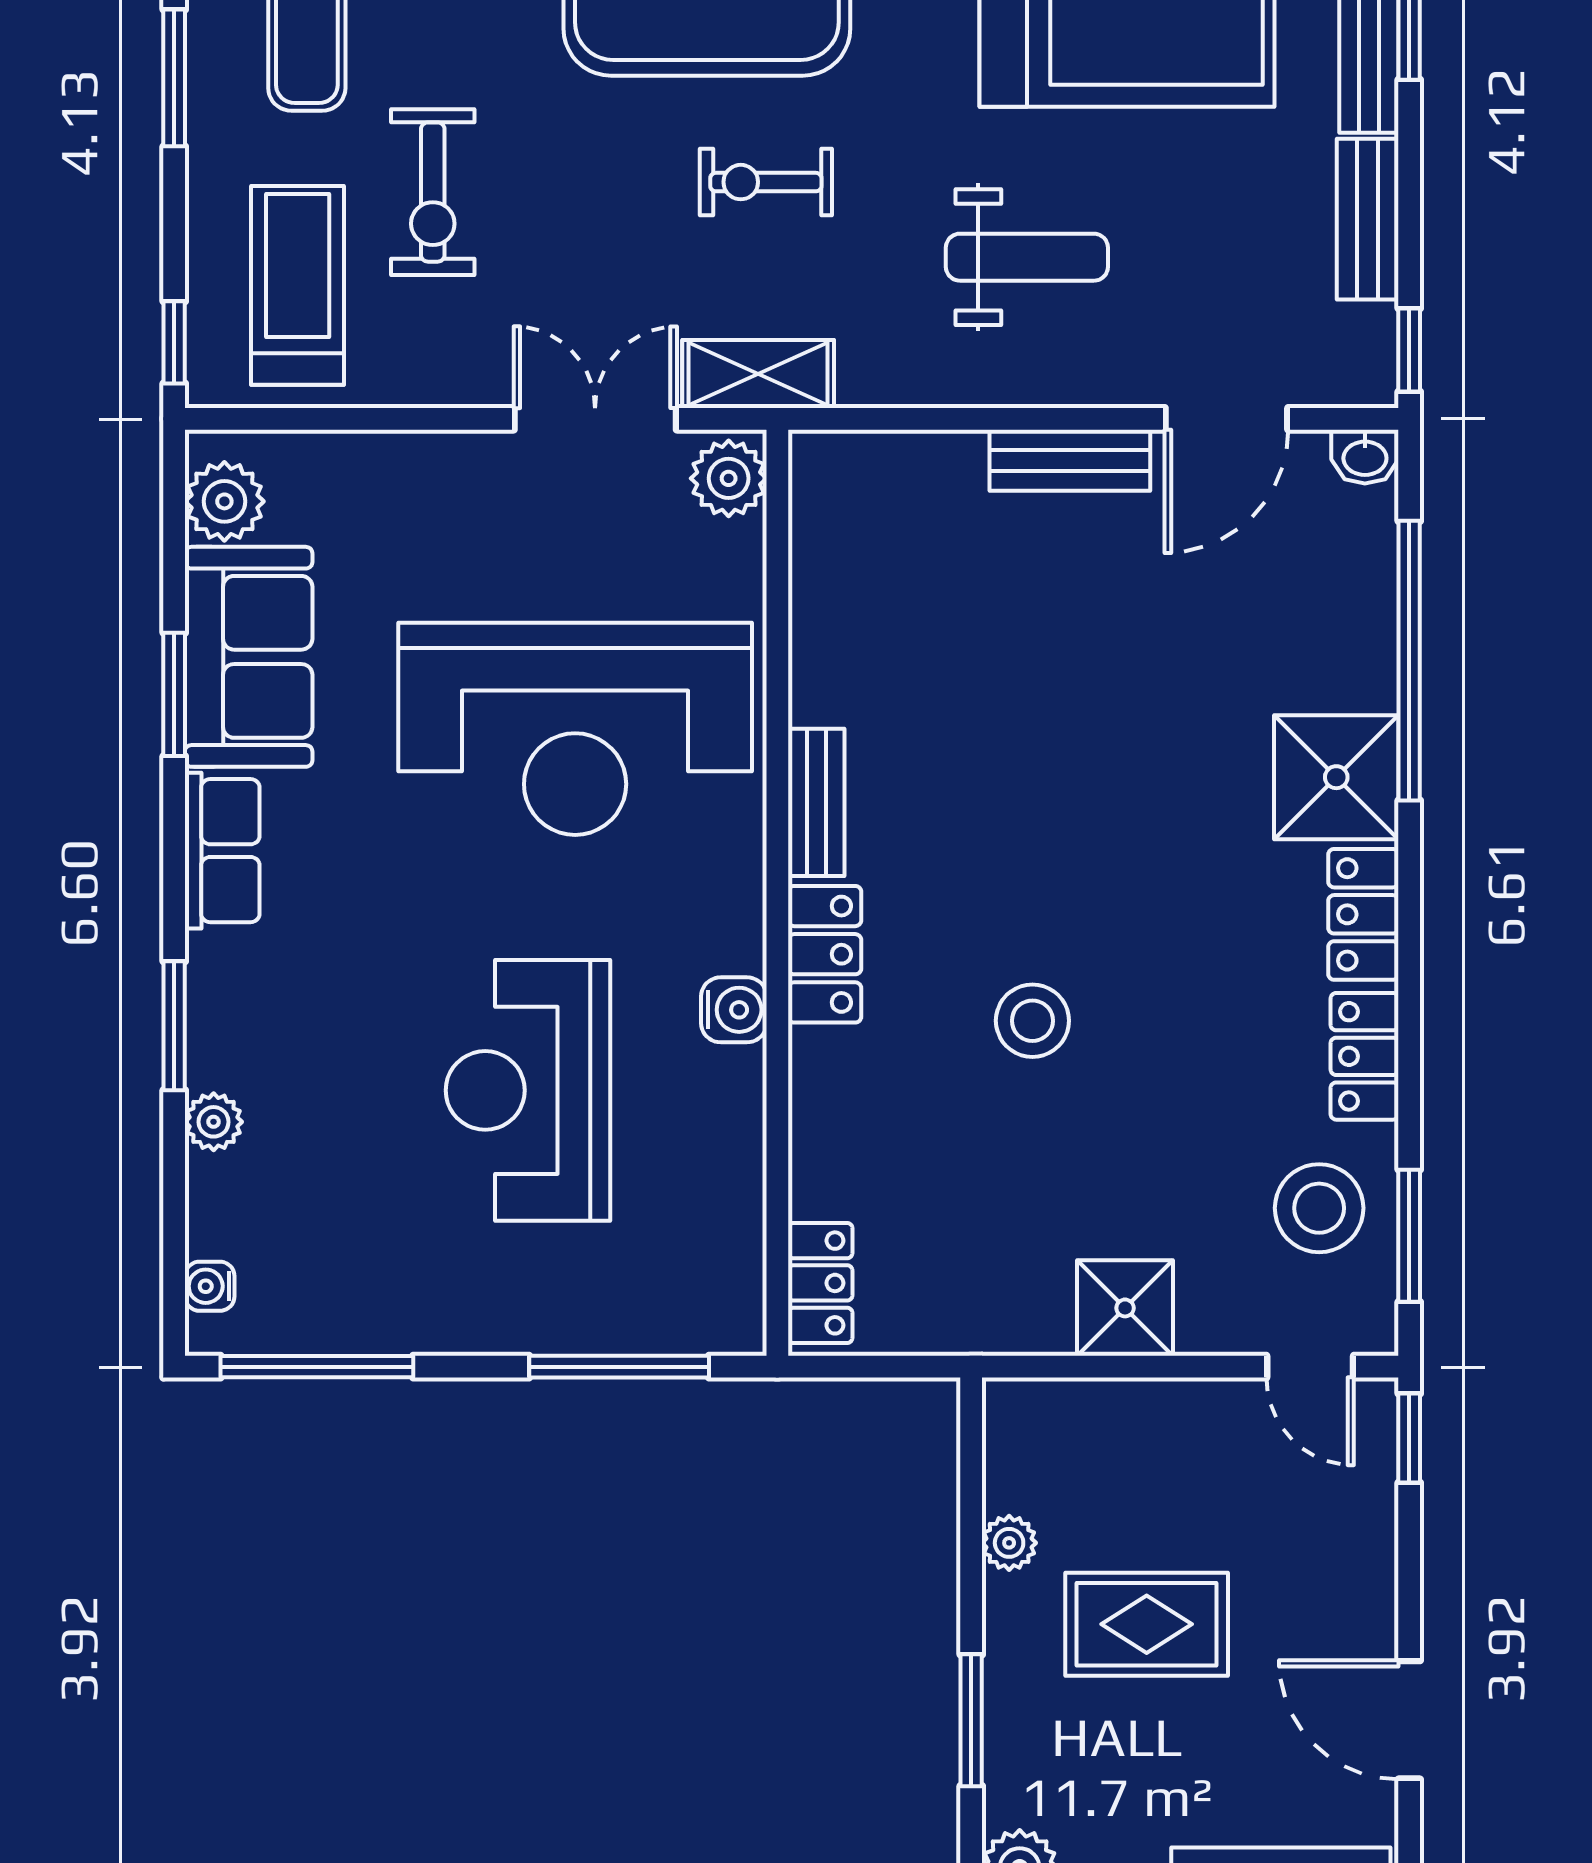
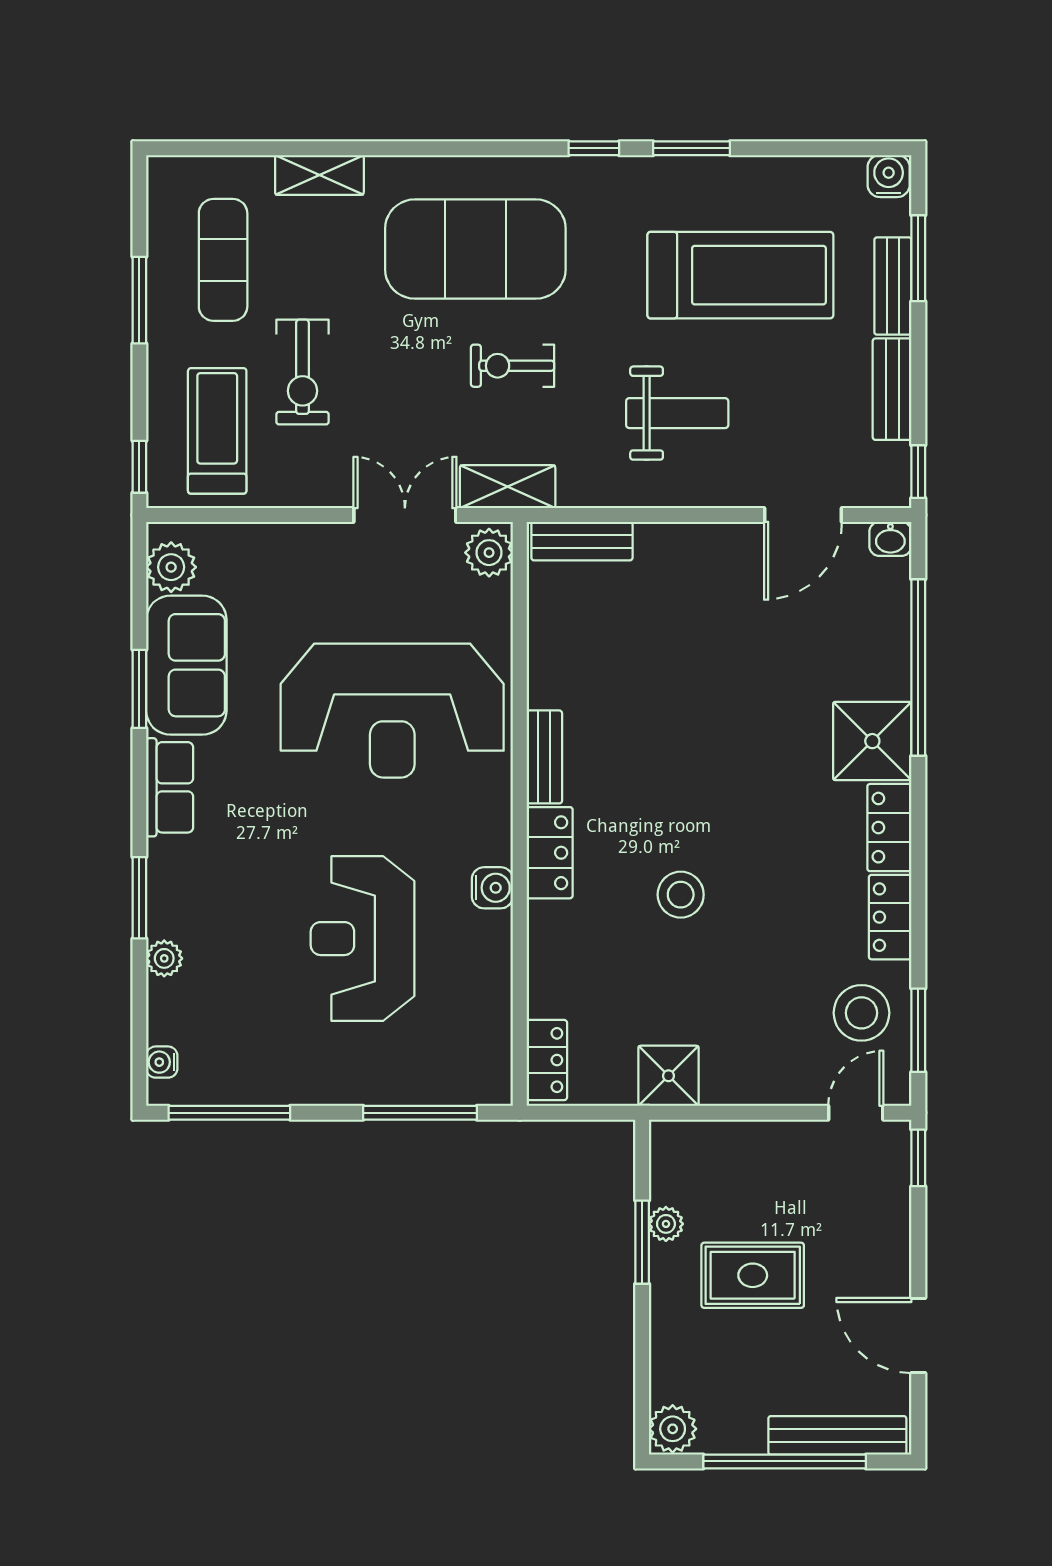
bench: (1070, 460) -> (582, 541), moved
shower: (1125, 1308) -> (668, 1076), moved
door: (1310, 1367) -> (856, 1113), swing flipped
window: (971, 1720) -> (642, 1242), moved

